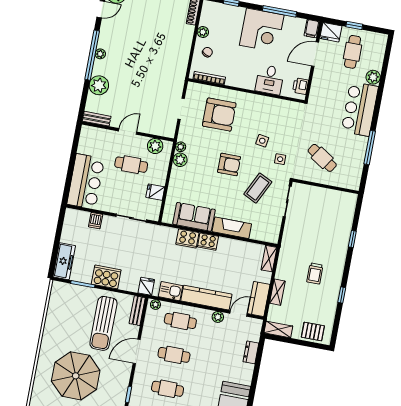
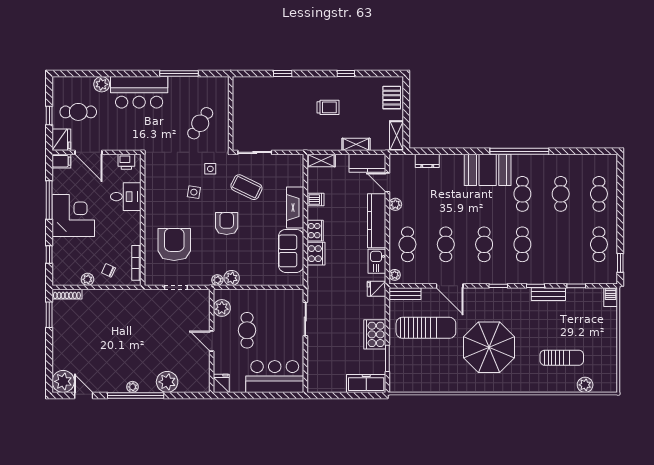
bench: (97, 119) -> (204, 377), removed
fridge: (155, 192) -> (221, 383), moved, turned 180
dishwasher: (96, 221) -> (315, 199), moved

